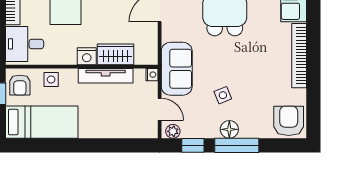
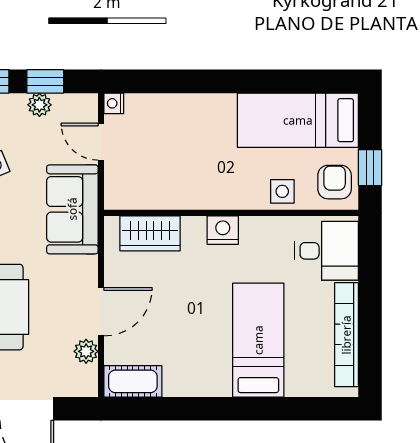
wardrobe: (115, 54) -> (150, 233), moved
nightstand: (152, 75) -> (114, 103), moved
tv unit: (106, 76) -> (191, 198), removed
plant: (173, 131) -> (39, 105), moved

